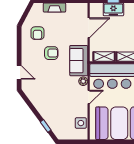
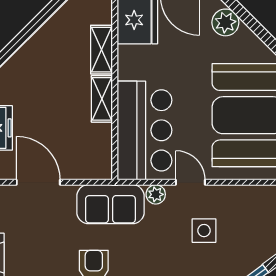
shelving: (104, 56) -> (101, 148), removed
side table: (81, 123) -> (204, 231), moved

